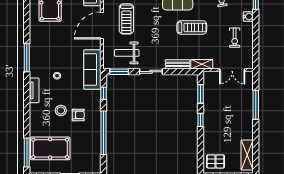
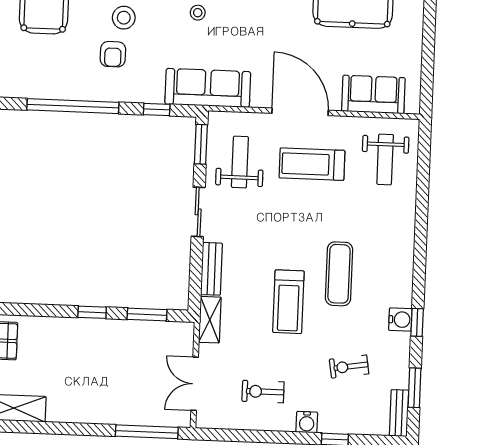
window: (256, 105) -> (147, 432), moved

